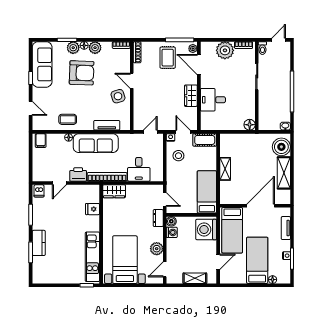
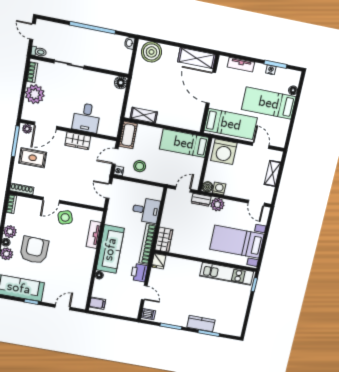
coffee table: (68, 119) -> (80, 273), removed
shelving: (225, 169) -> (144, 115), moved
shelving: (284, 173) -> (197, 58), moved
fridge: (93, 209) -> (159, 261), moved
plant: (157, 249) -> (217, 204), moved

